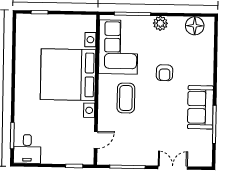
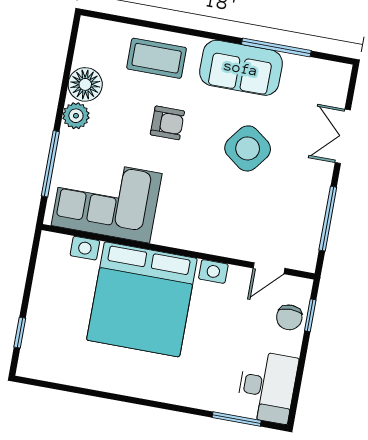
floor lamp: (195, 26) -> (85, 84), moved
coffee table: (126, 98) -> (157, 58), moved
side table: (158, 118) -> (248, 148), added
door: (96, 140) -> (269, 268), swing flipped
desk: (27, 149) -> (267, 387), width x1.37
chair: (71, 155) -> (289, 317), added

